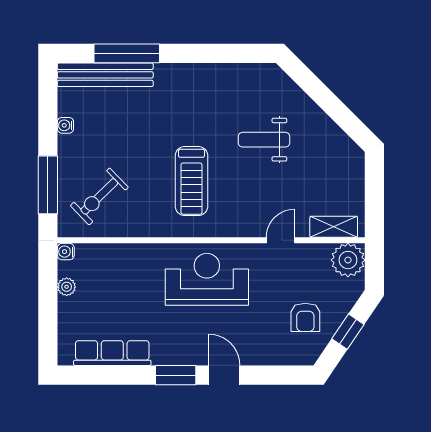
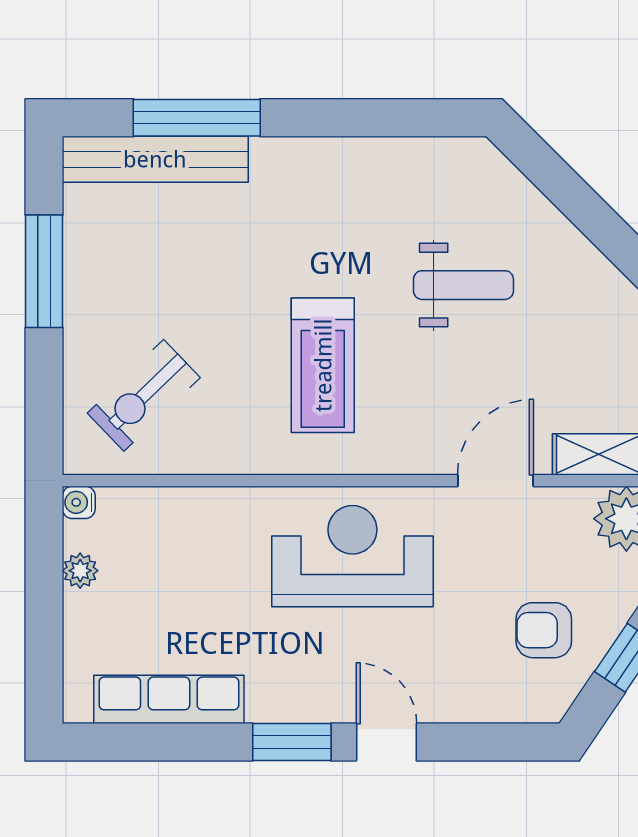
water cooler: (65, 125) -> (78, 257), removed
weight bench: (264, 140) -> (463, 285), turned 180
window: (48, 185) -> (44, 271), moved
door: (281, 240) -> (495, 481), width x1.38
armchair: (305, 317) -> (544, 630), turned 90

